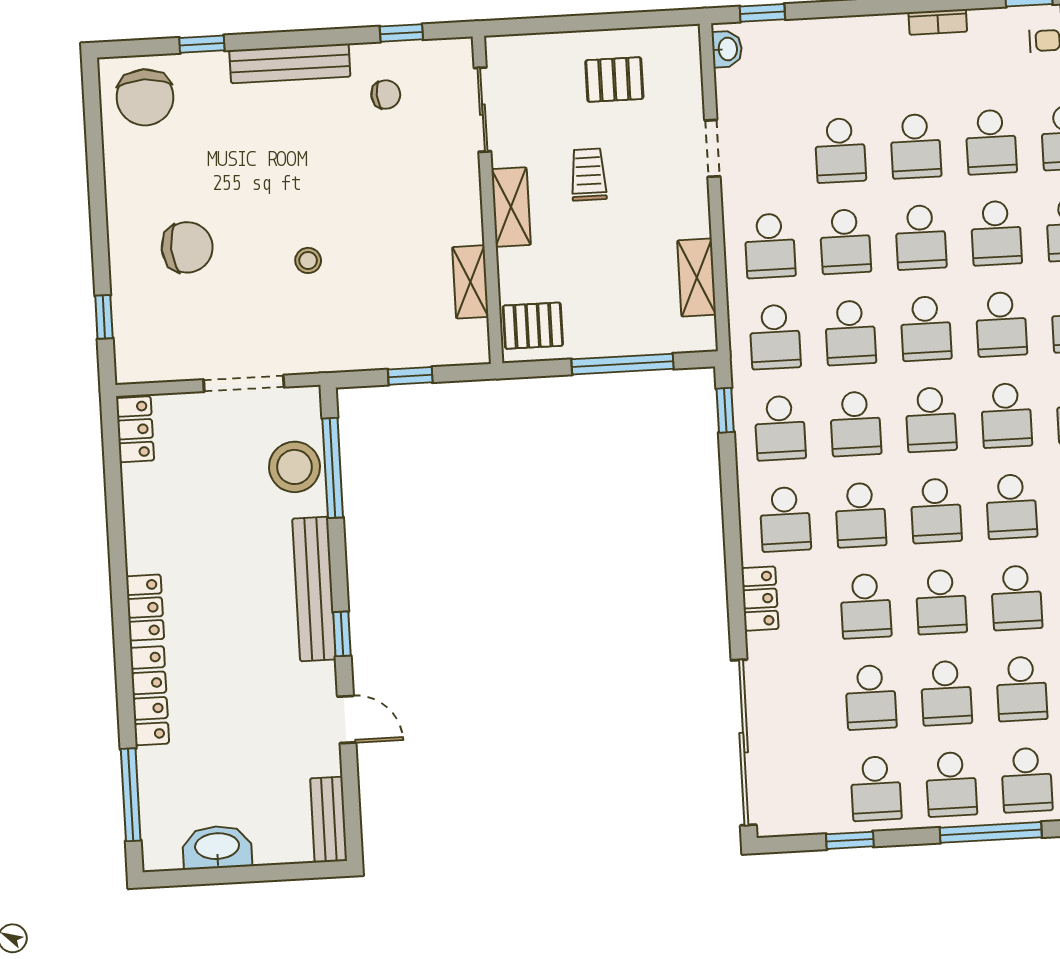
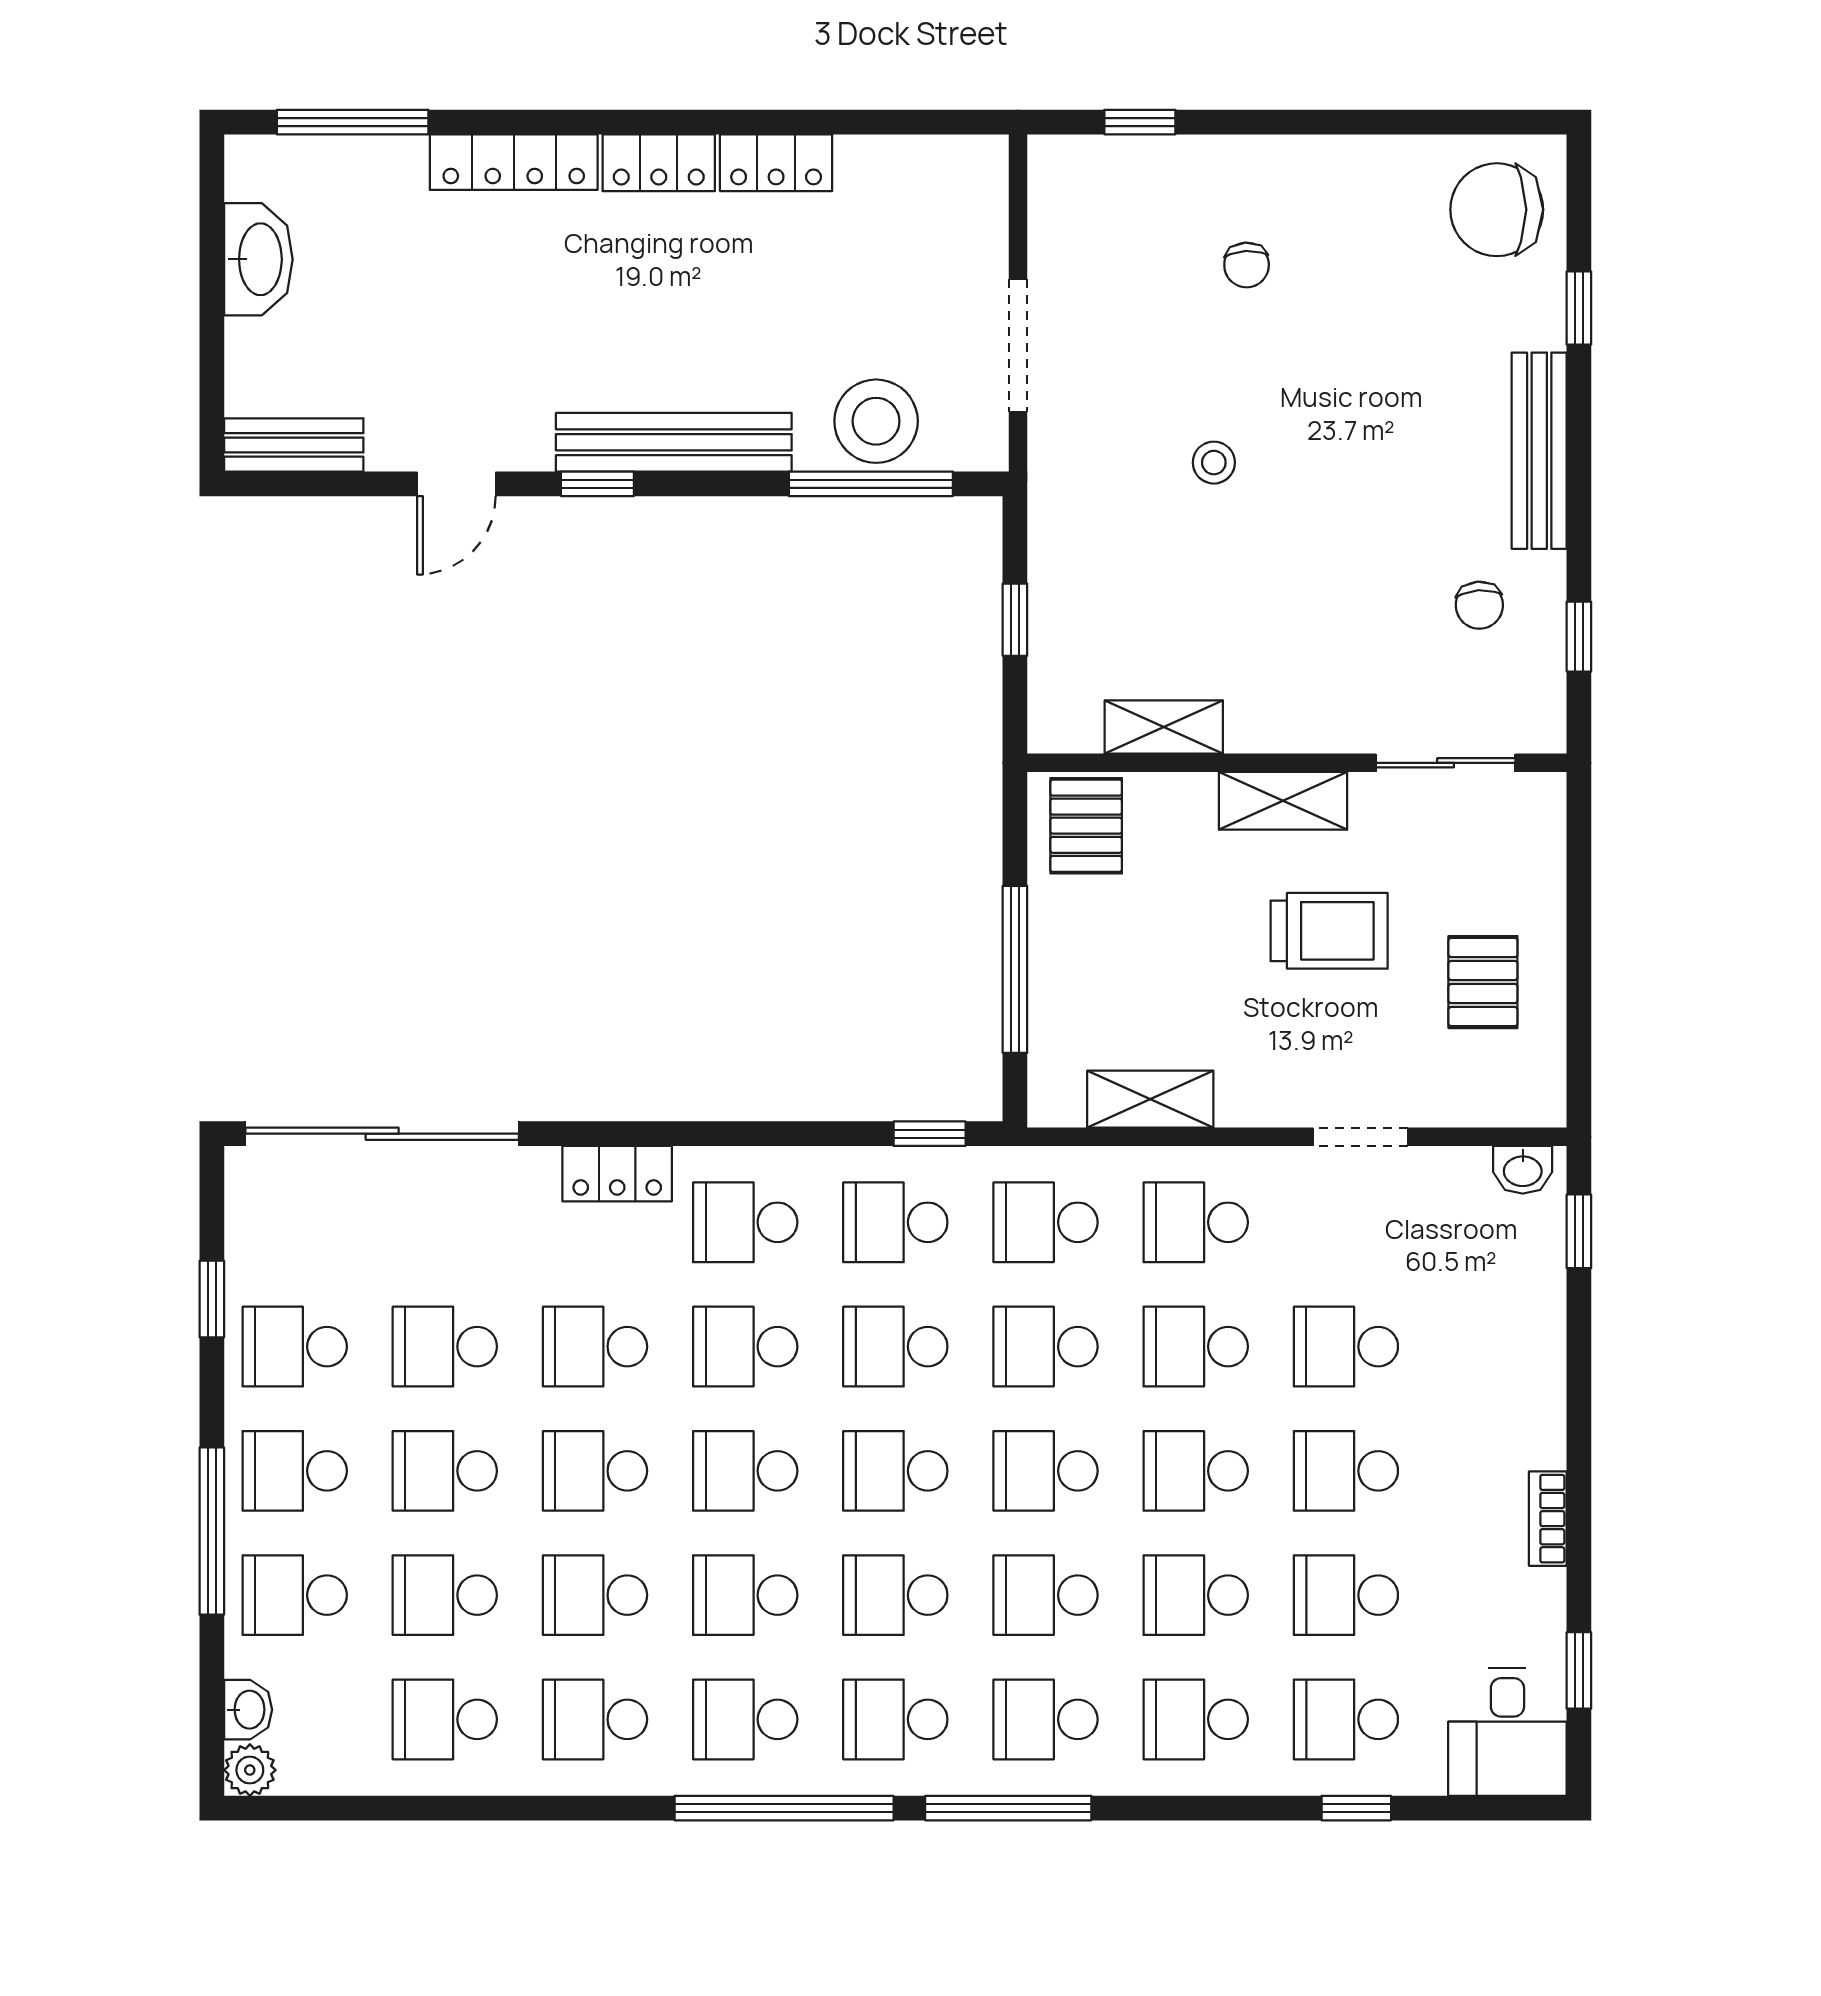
trolley: (588, 175) -> (1329, 931), width x1.36, depth x1.39
chair: (187, 247) -> (1247, 265), width x0.54, depth x0.54
locker: (135, 429) -> (776, 163), moved

